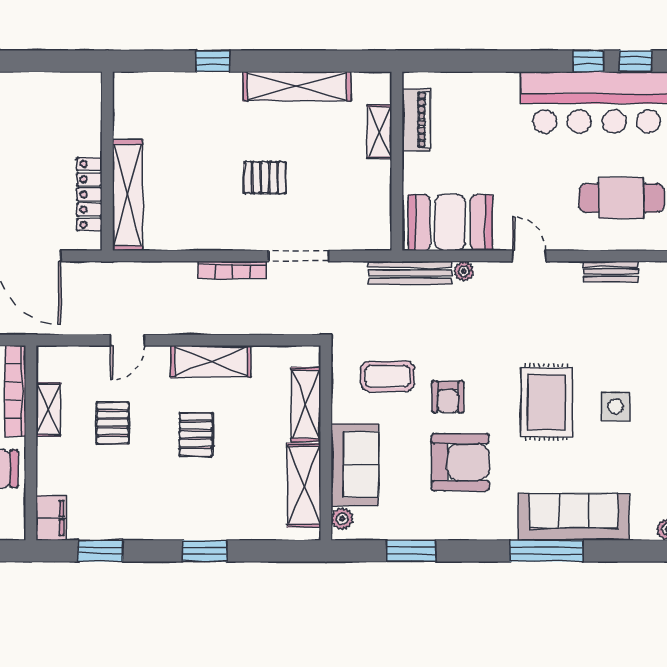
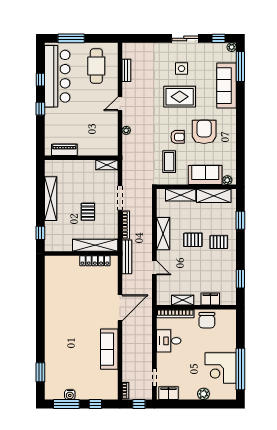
window: (636, 61) -> (40, 109), moved
shelving: (380, 132) -> (107, 165), moved
wall: (107, 161) -> (81, 253), moved
locker: (89, 194) -> (95, 261), moved
shelving: (128, 195) -> (95, 245), moved
booth: (450, 223) -> (106, 136), removed
bench: (410, 273) -> (127, 257), moved
pallet: (113, 423) -> (219, 242), moved
filing cabinet: (51, 518) -> (210, 299), moved
window: (205, 551) -> (240, 220), moved
window: (411, 551) -> (240, 152), removed
window: (546, 551) -> (240, 67), moved

